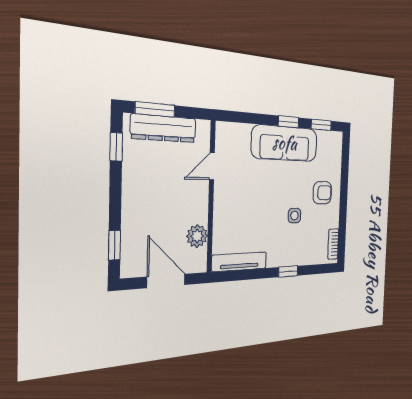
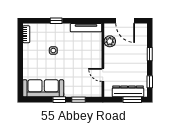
window: (321, 125) -> (79, 100), moved
sofa: (285, 143) -> (43, 88), moved
door: (212, 166) -> (103, 75), swing flipped
armchair: (322, 193) -> (35, 63), removed
window: (114, 245) -> (150, 54), moved

